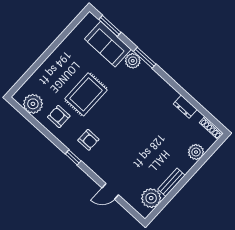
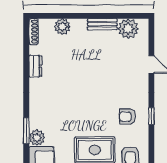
armchair: (88, 140) -> (128, 117), turned -90

